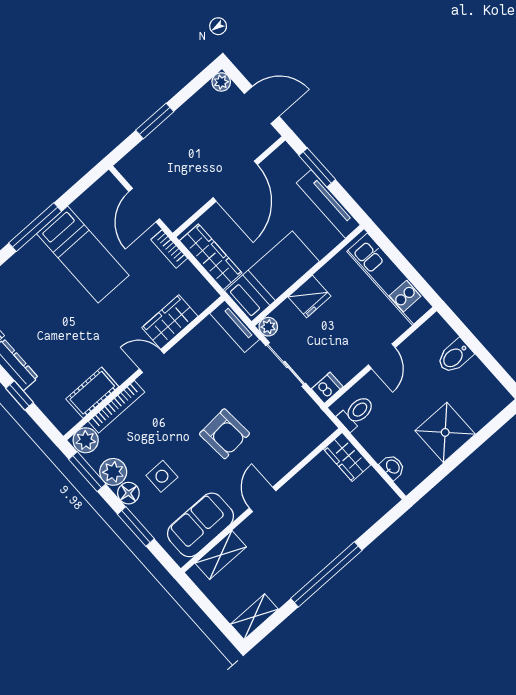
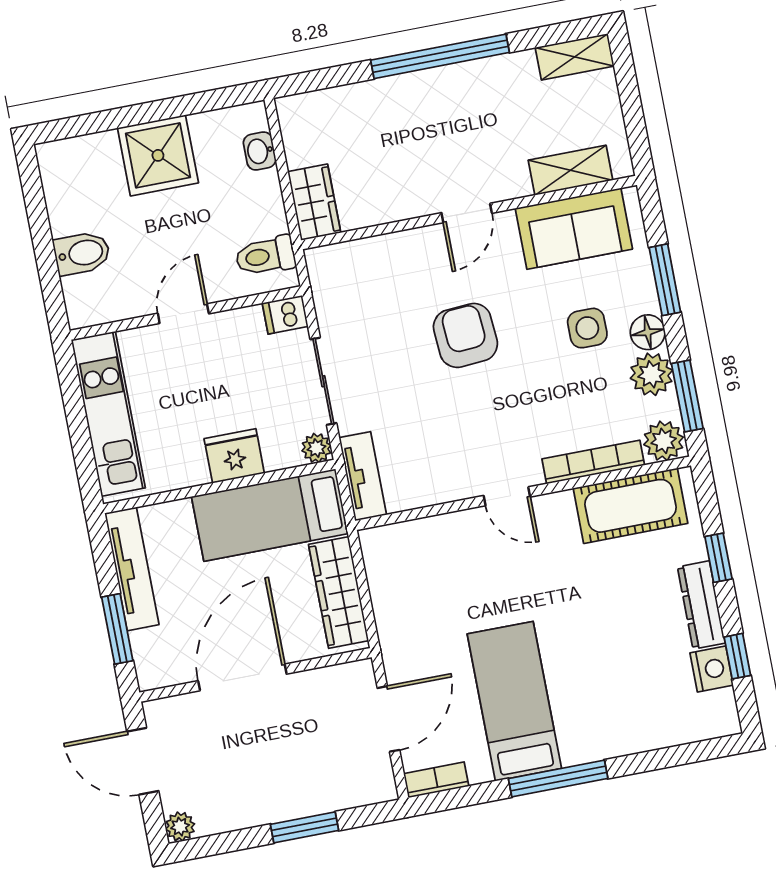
bookcase: (169, 249) -> (436, 780), moved, turned -90
wardrobe: (170, 322) -> (449, 536), removed
cot: (92, 393) -> (631, 506), width x1.37, depth x1.34

